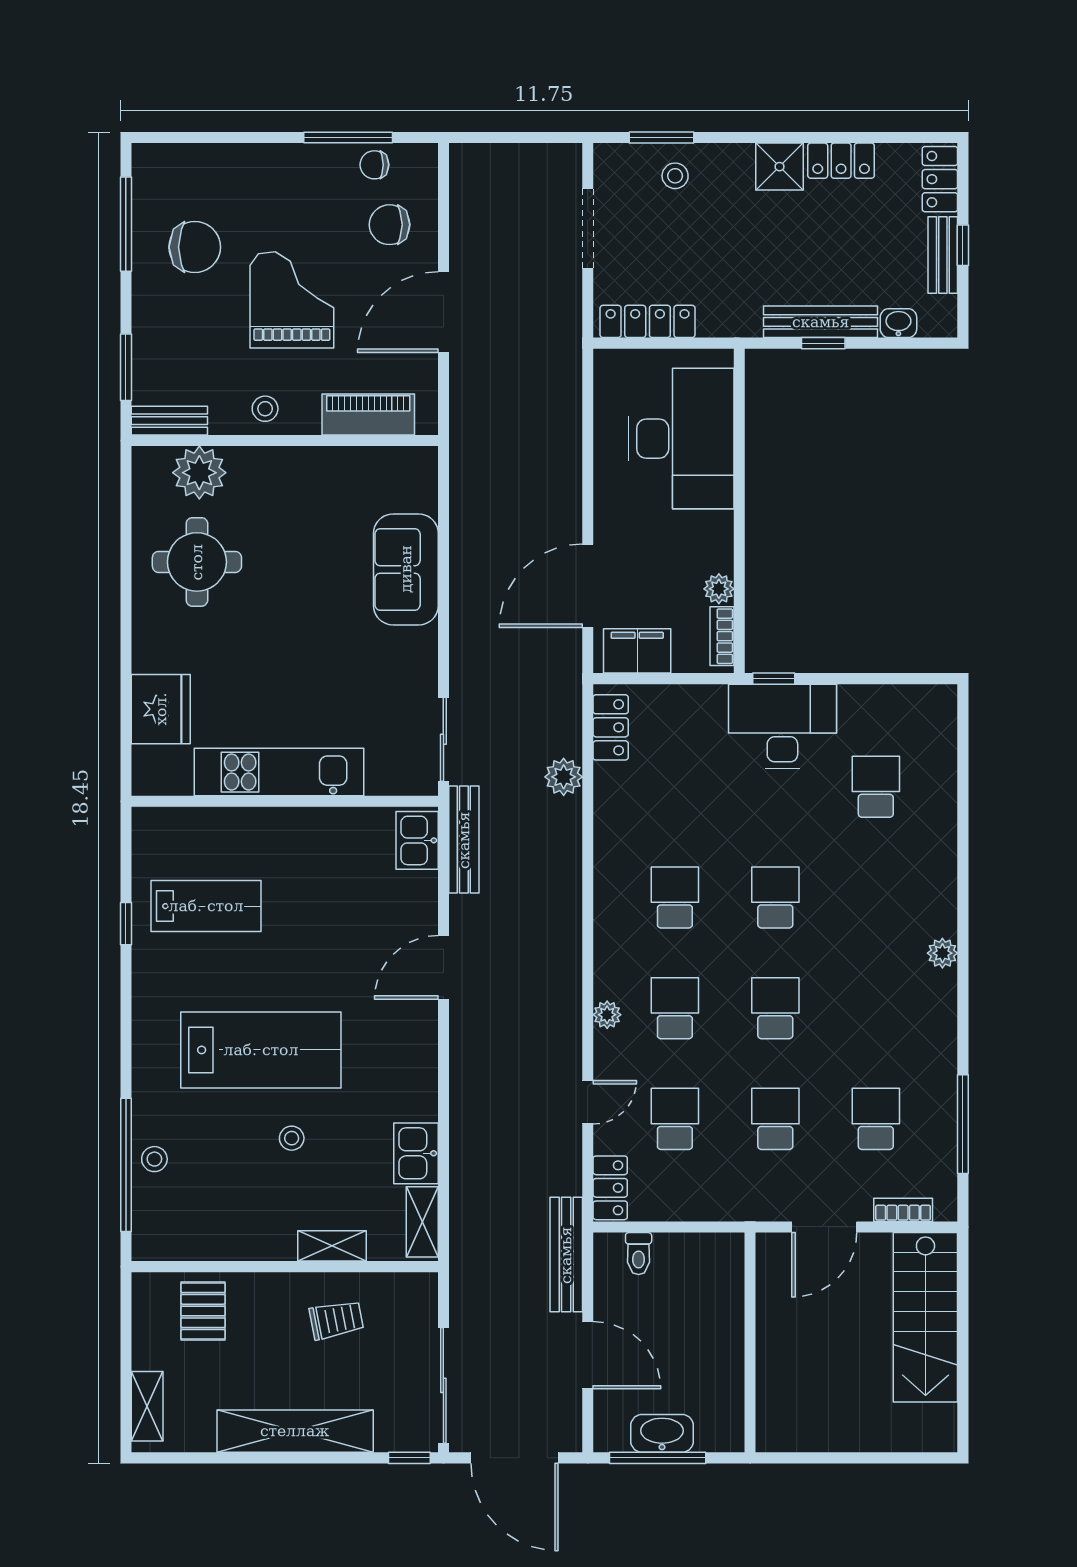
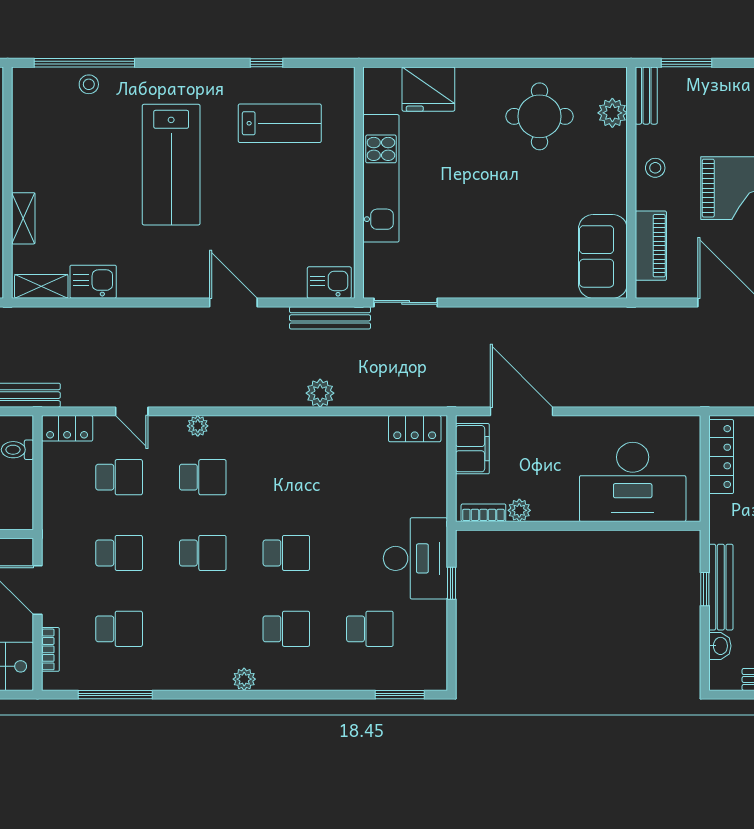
plant: (199, 473) -> (612, 113), width x0.73, depth x0.73
sofa: (406, 569) -> (603, 256), moved, turned -90
window: (774, 679) -> (451, 583), moved
window: (963, 747) -> (400, 695), added
plant: (564, 777) -> (320, 393), moved
school desk: (675, 897) -> (286, 629), moved
lab bench: (206, 906) -> (280, 123), turned -90
stool: (292, 1138) -> (105, 188), removed

